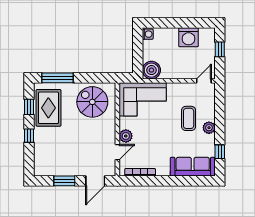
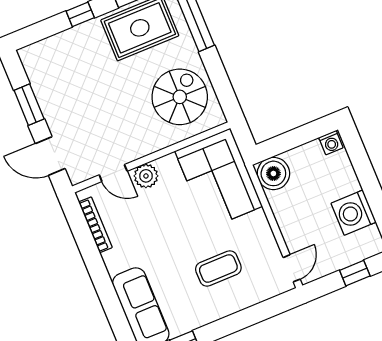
door: (204, 81) -> (292, 268), hinge flipped
plant: (209, 128) -> (217, 309), removed

